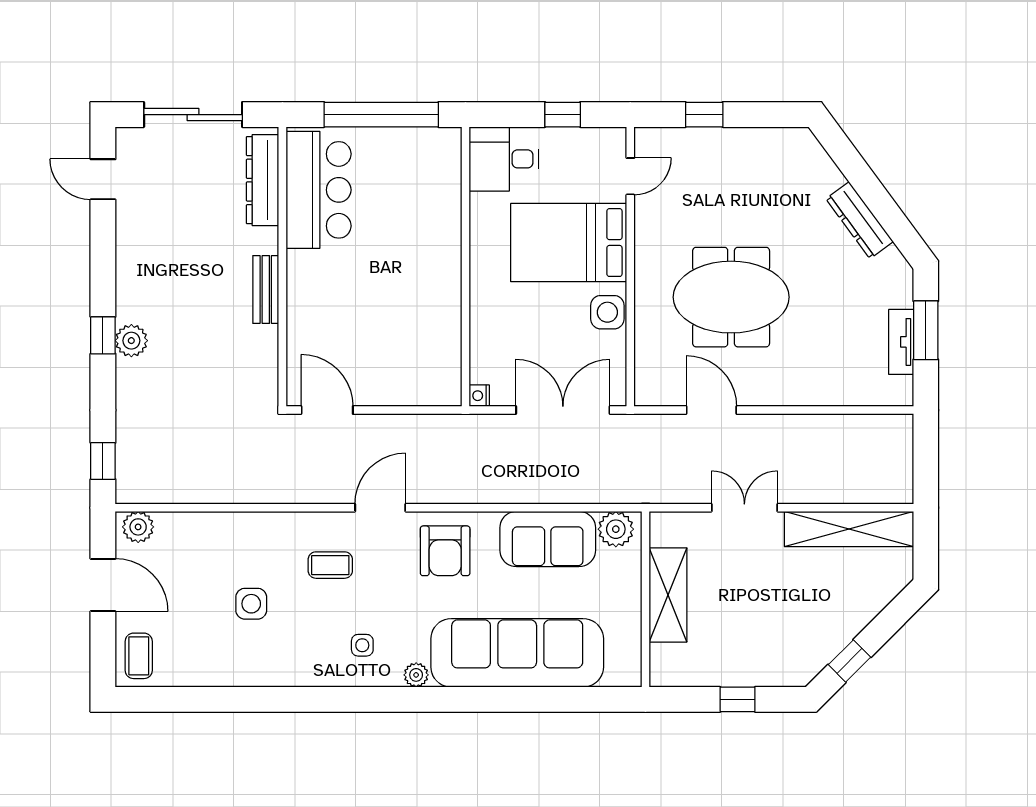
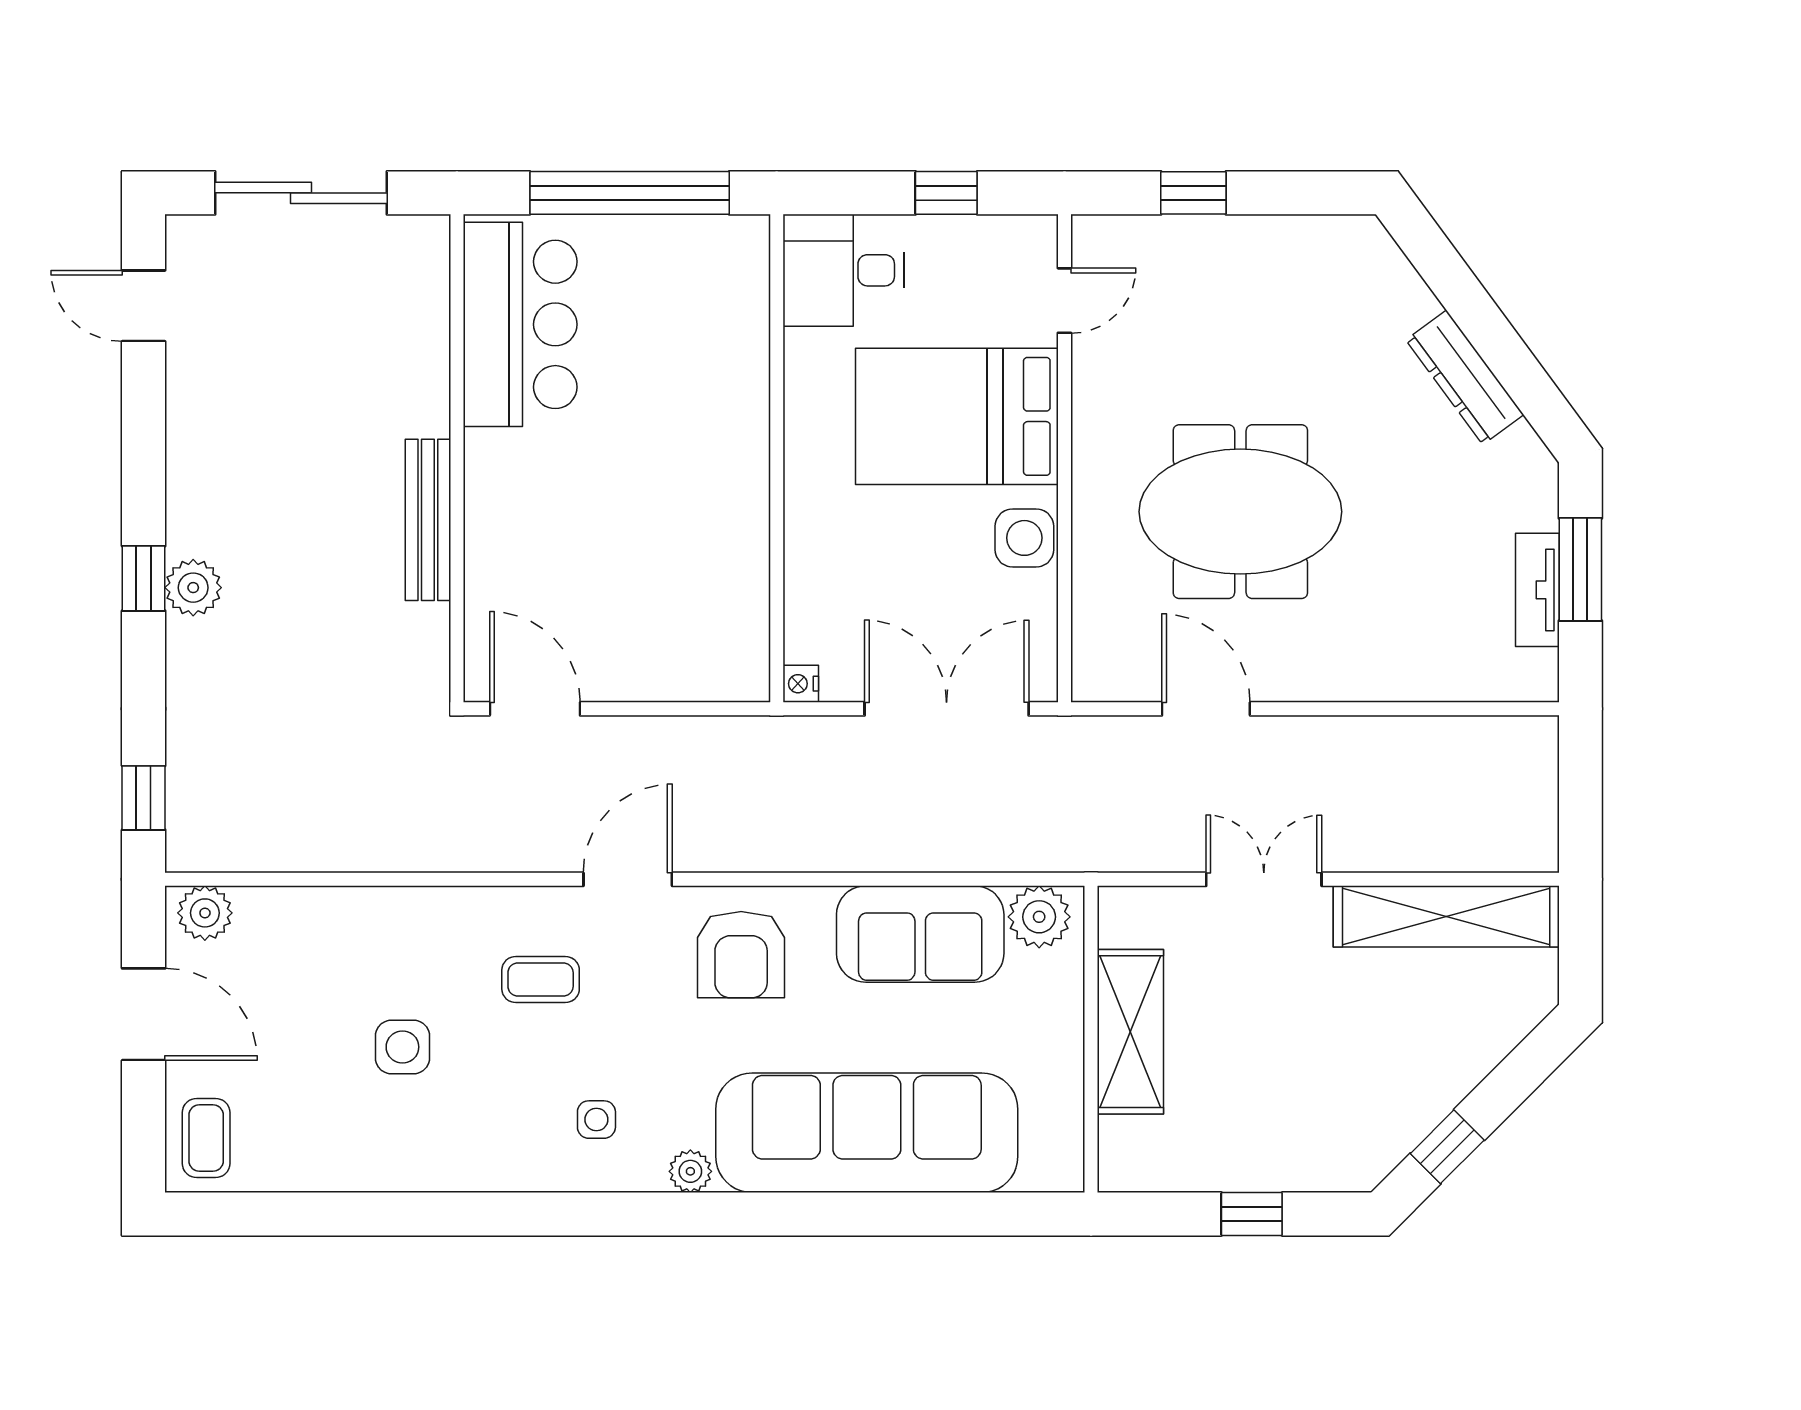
dresser: (263, 180) -> (422, 307), removed
bench: (266, 290) -> (428, 520), width x1.36

